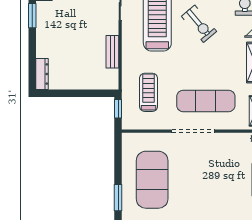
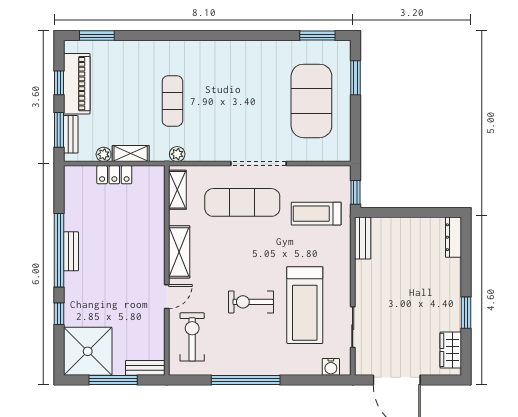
exercise bike: (199, 24) -> (251, 302), turned -50
bench: (112, 52) -> (363, 238), moved
treadmill: (149, 92) -> (316, 214), turned 90

